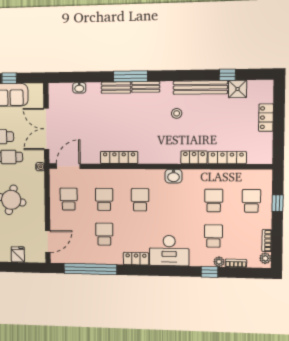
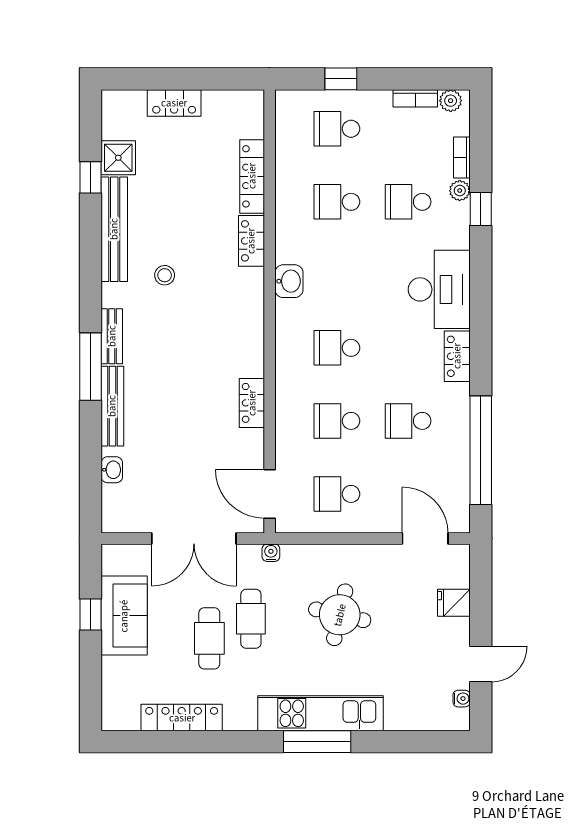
bench: (116, 88) -> (112, 406), width x1.36
locker: (119, 157) -> (252, 403), width x0.66

